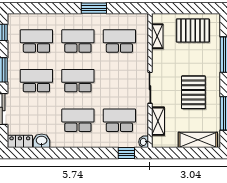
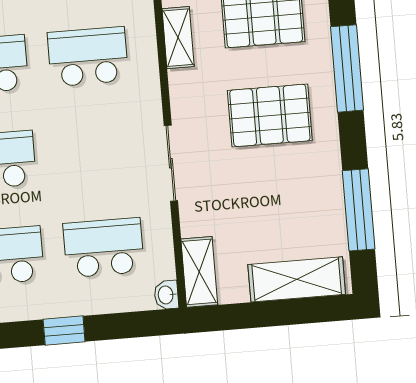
pallet: (193, 92) -> (270, 115), moved, turned 90
shelving: (158, 121) -> (199, 272), moved
window: (126, 153) -> (64, 331), moved

